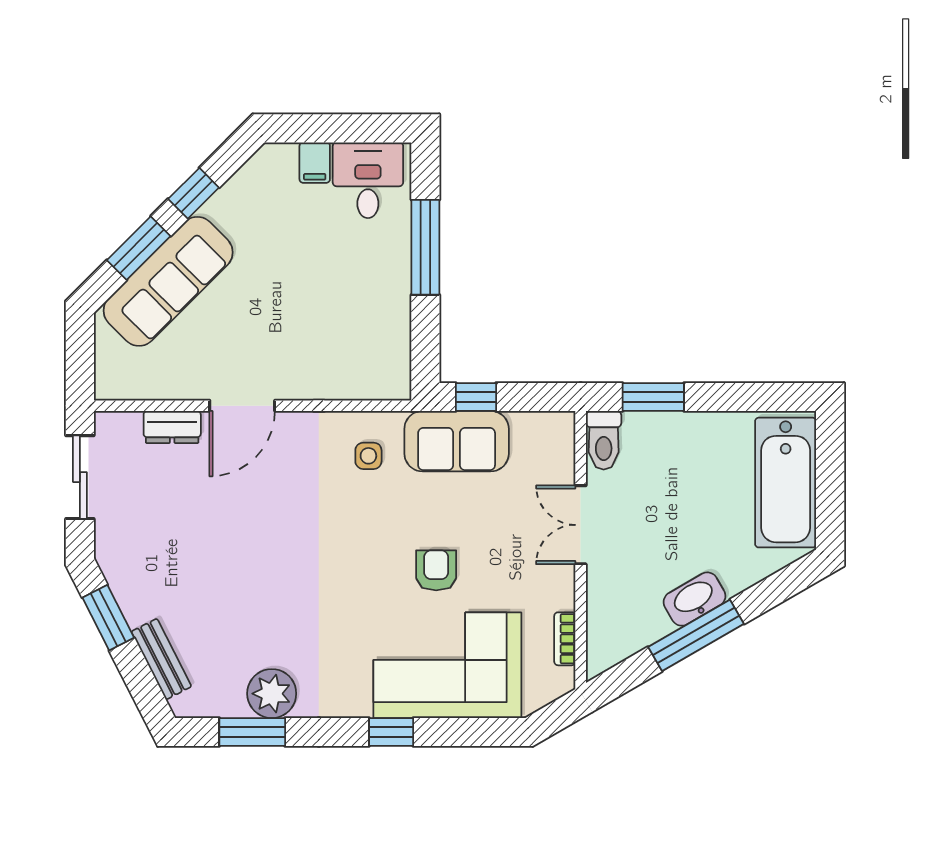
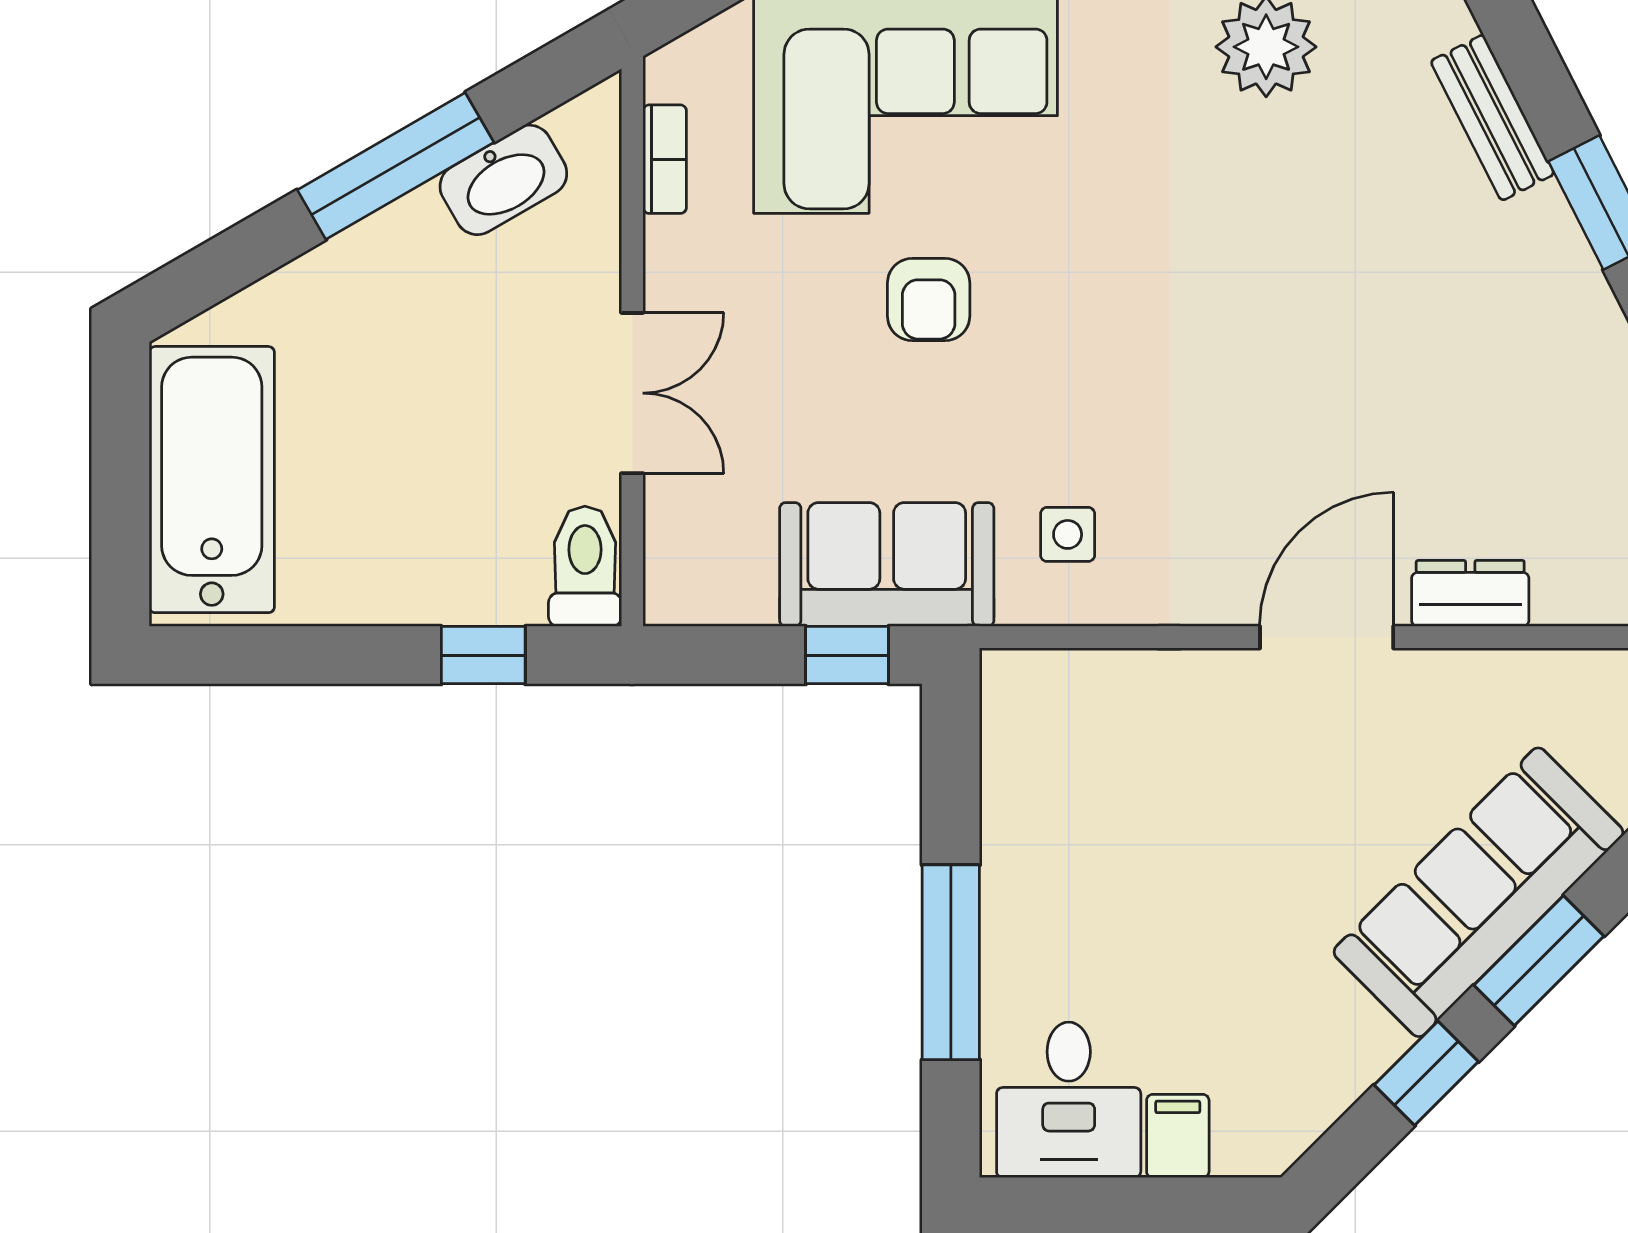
window: (653, 397) -> (483, 655), width x0.67
washbasin: (695, 599) -> (503, 180), moved

